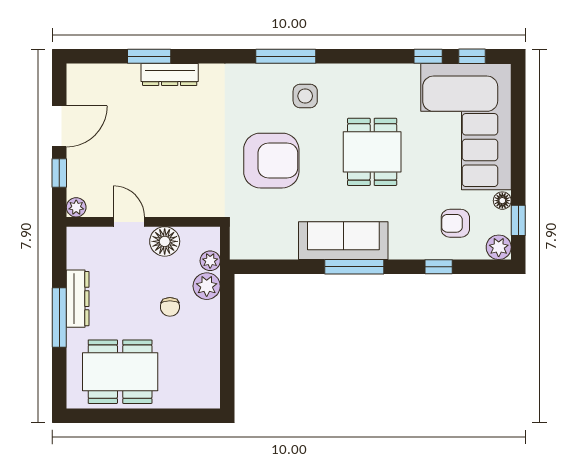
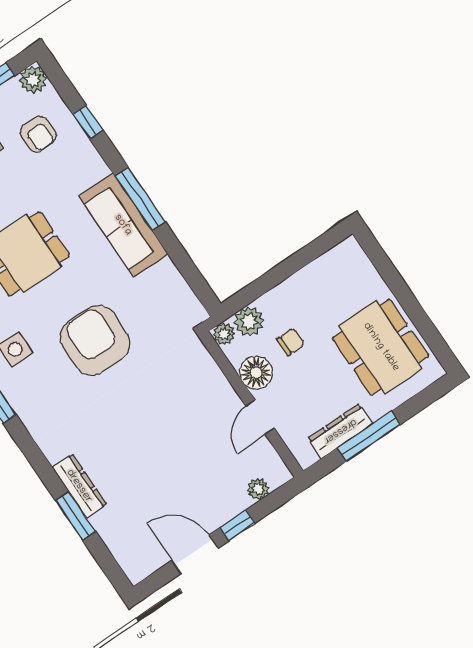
door: (129, 222) -> (260, 417), moved
wall: (143, 222) -> (251, 404), moved
floor lamp: (165, 241) -> (256, 373), moved

